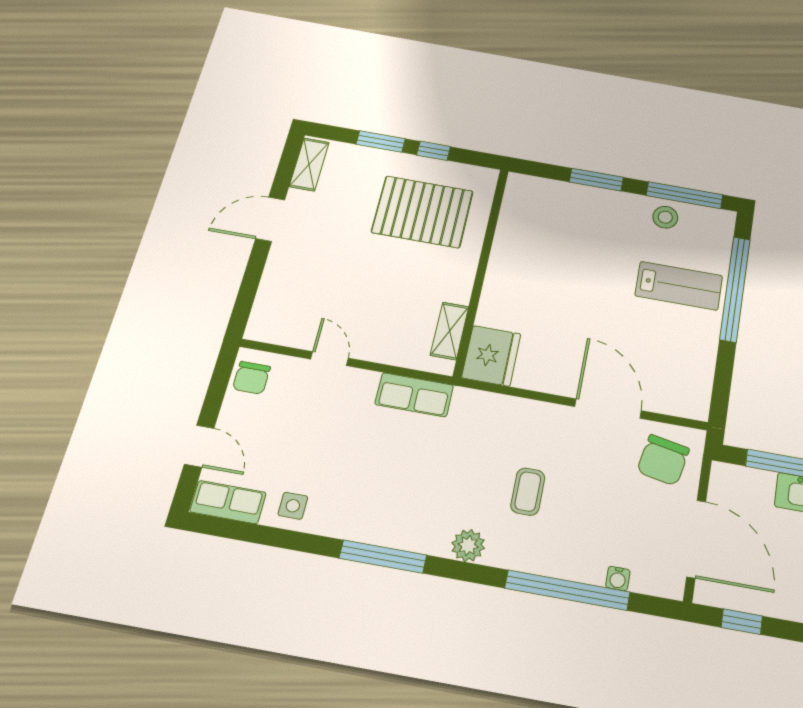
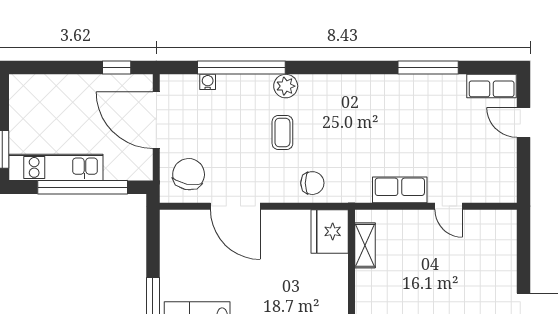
chair: (251, 378) -> (312, 183), moved, turned 90
row of seats: (414, 395) -> (400, 190), moved
side table: (293, 506) -> (446, 92), removed
plant: (468, 546) -> (286, 86), moved
window: (383, 557) -> (428, 68), moved

